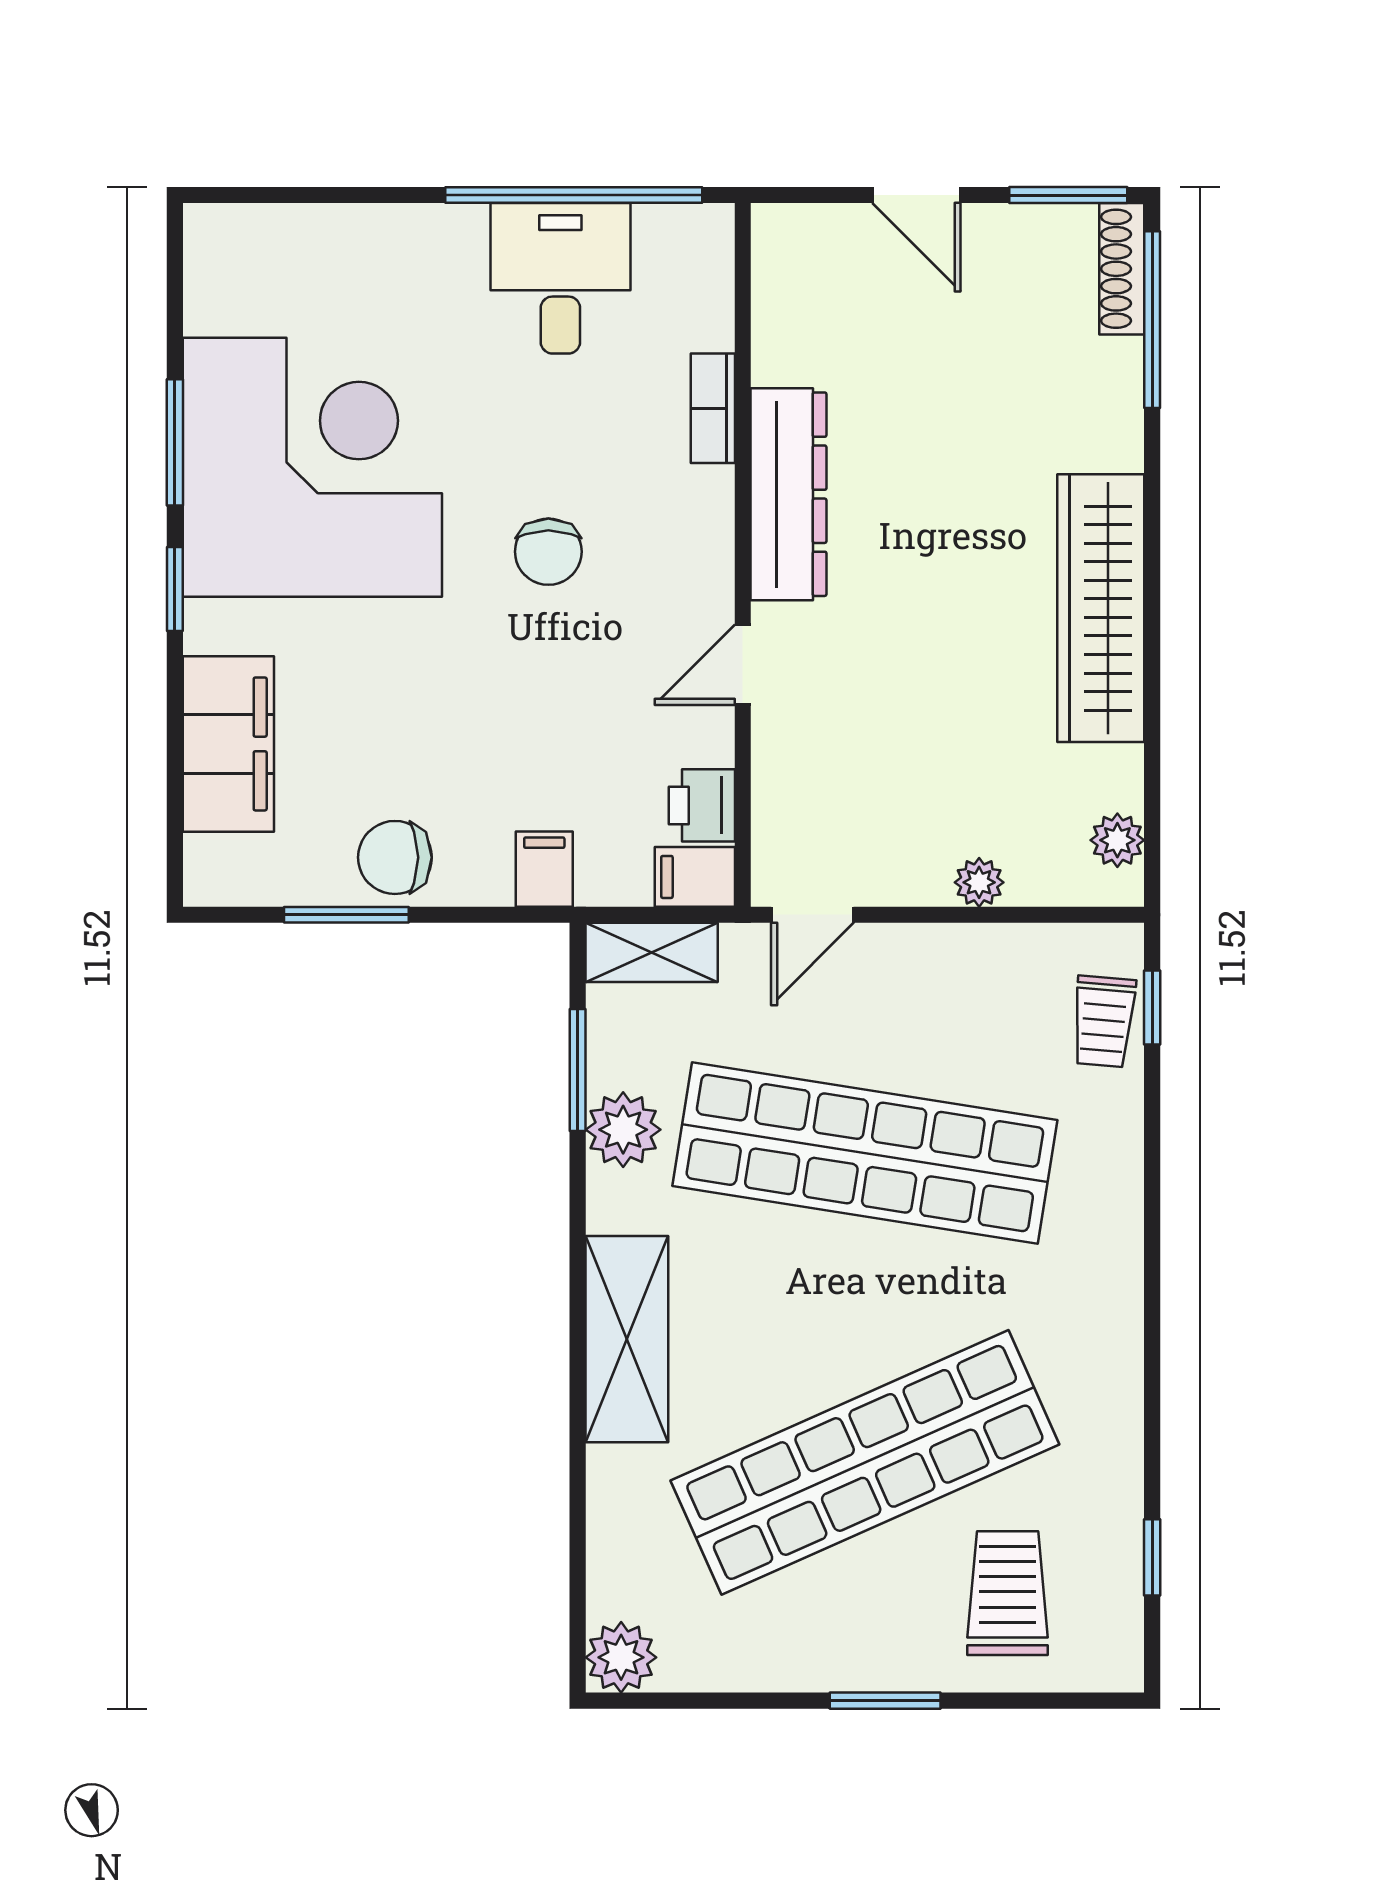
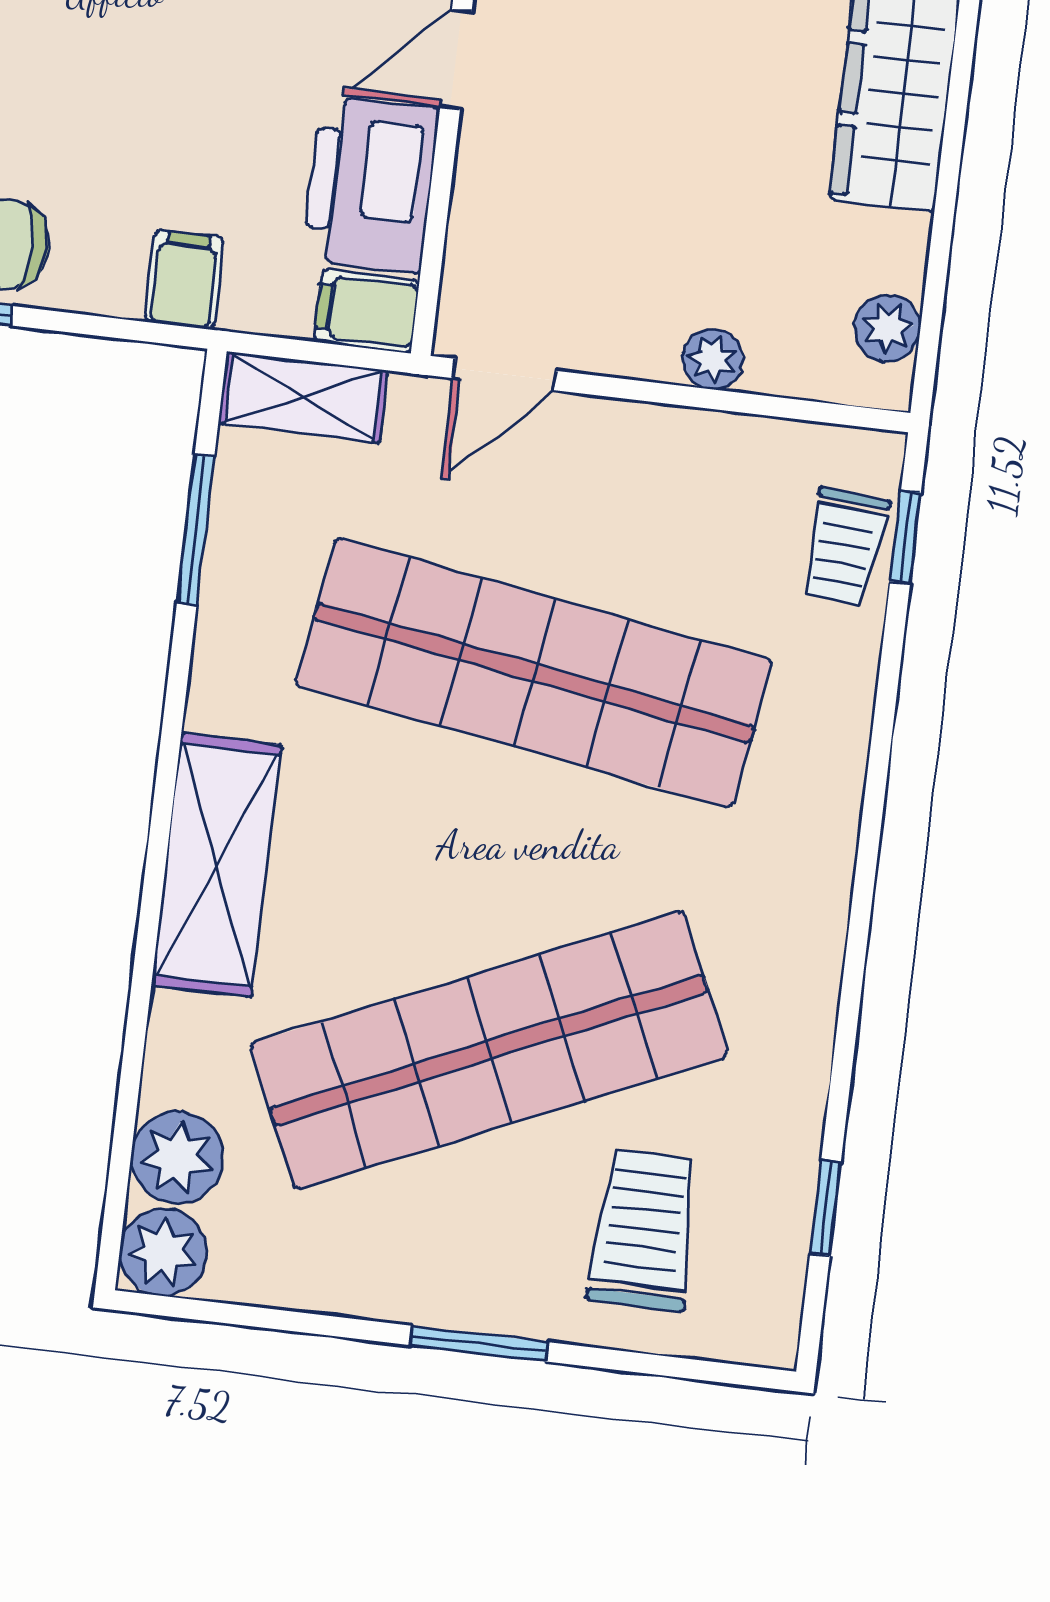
printer: (702, 805) -> (371, 184), width x1.87, depth x1.48
plant: (623, 1130) -> (177, 1157), moved

